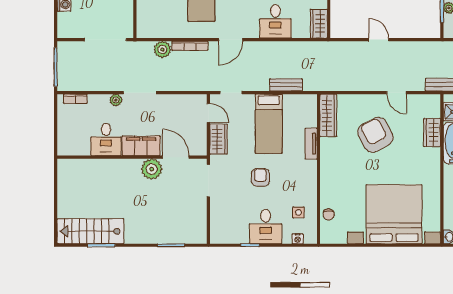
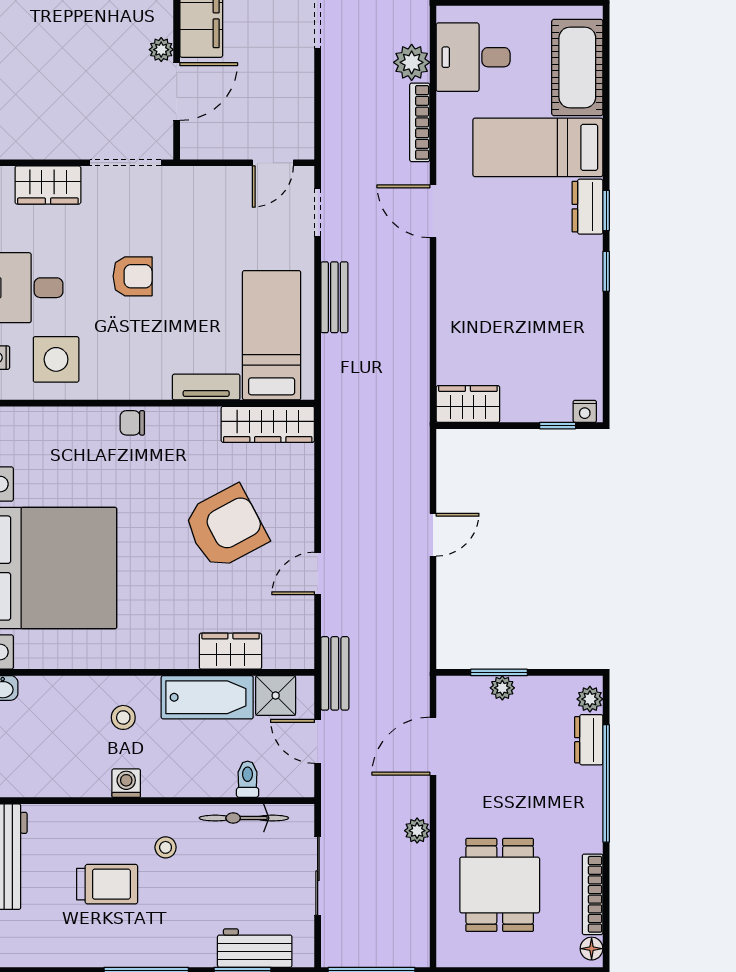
desk: (275, 21) -> (473, 57), moved
bench: (286, 85) -> (334, 297), moved
bed: (269, 124) -> (272, 335), moved, turned 90
wardrobe: (219, 139) -> (48, 185), moved
plant: (152, 169) -> (161, 50), width x0.53, depth x0.53
side table: (298, 212) -> (56, 359), width x1.87, depth x1.87
chair: (329, 214) -> (132, 423), moved

